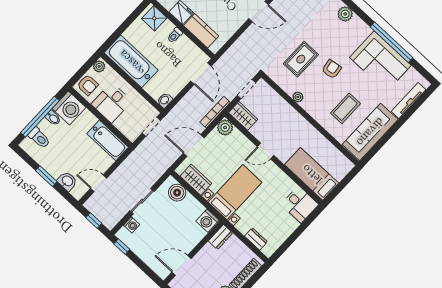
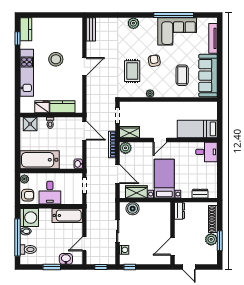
door: (194, 146) -> (118, 174), swing flipped
washing machine: (207, 221) -> (164, 208), removed

